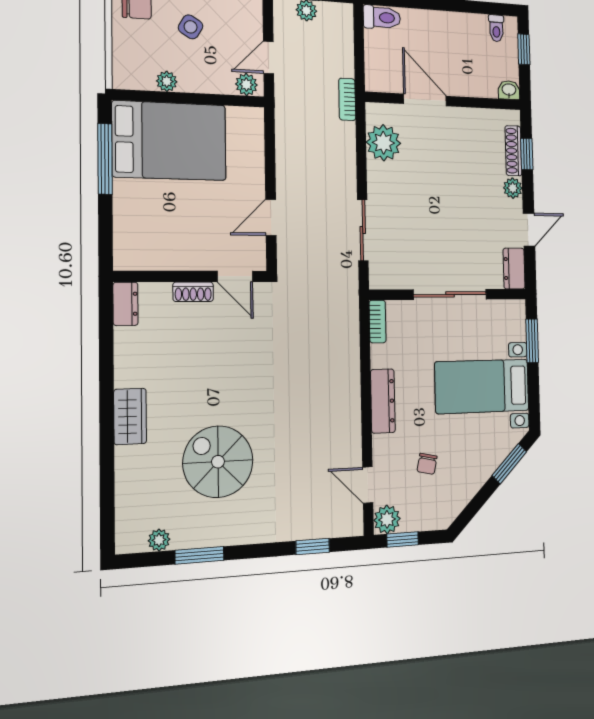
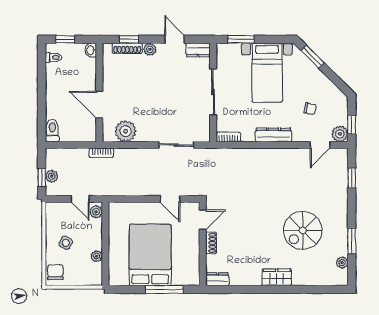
door: (425, 100) -> (99, 105), hinge flipped
bed: (170, 141) -> (150, 255), moved
window: (105, 159) -> (164, 289), moved

